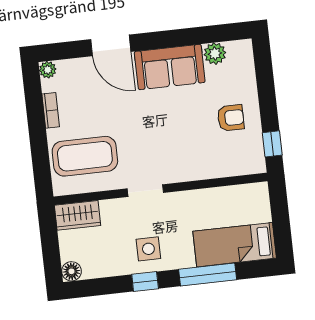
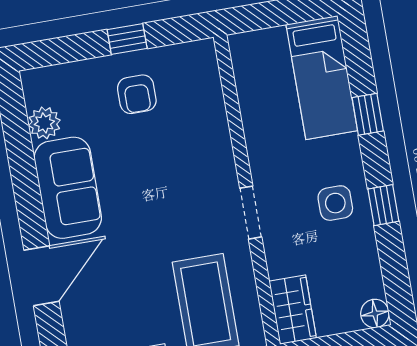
armchair: (231, 118) -> (137, 94), turned 180
window: (272, 144) -> (127, 39), moved
window: (208, 274) -> (368, 114), width x0.46

